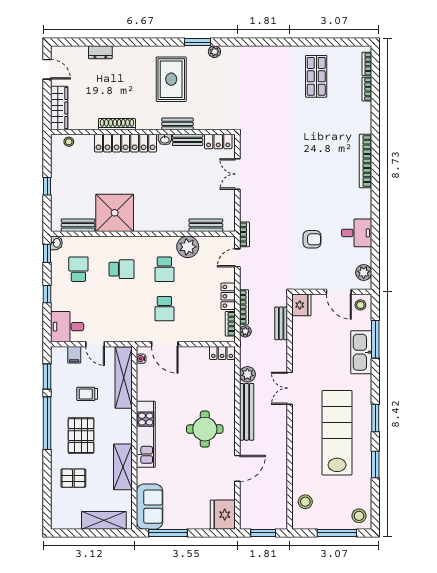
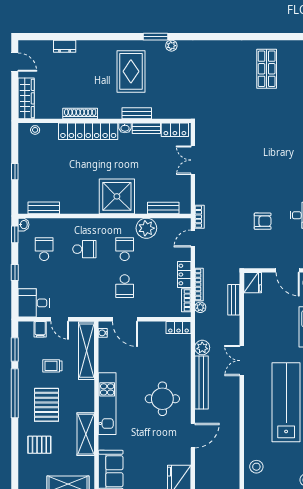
shower: (115, 213) -> (117, 196), moved
school desk: (164, 269) -> (125, 249), turned 180

